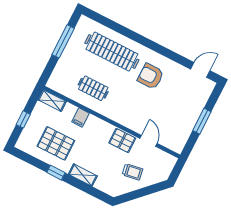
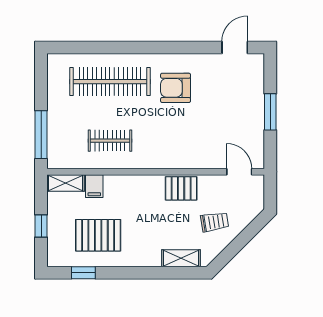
window: (63, 41) -> (41, 135), moved
filing cabinet: (81, 117) -> (94, 186), moved
door: (149, 141) -> (239, 172), moved
window: (56, 173) -> (83, 273), moved
shelving: (83, 175) -> (181, 258), moved

